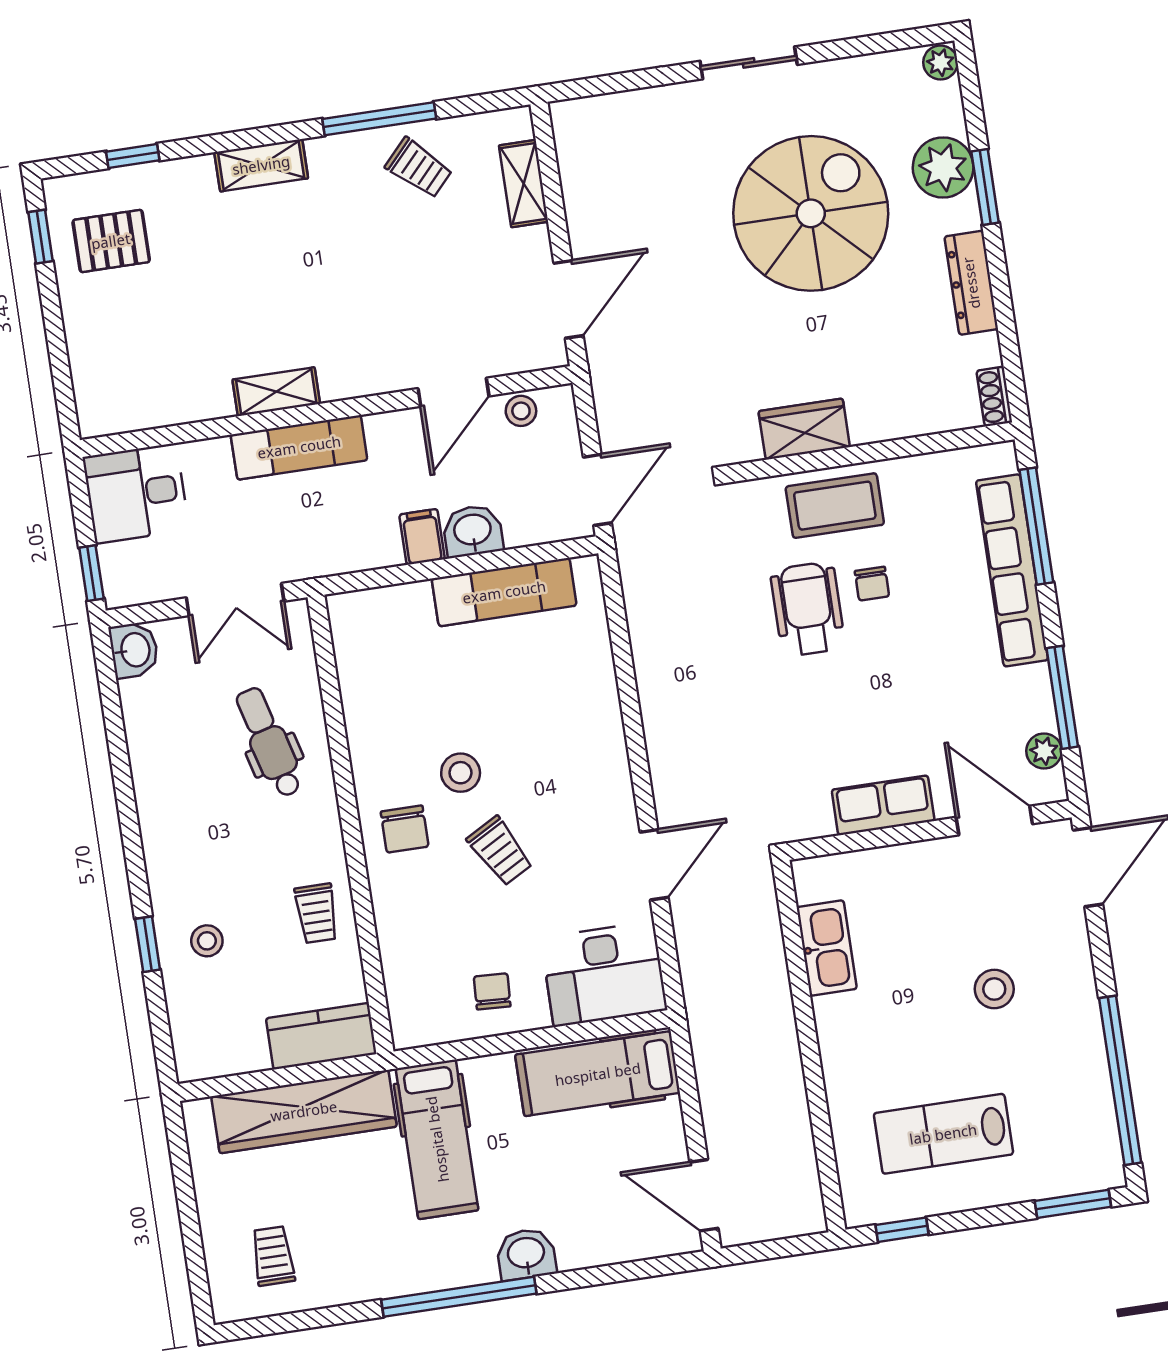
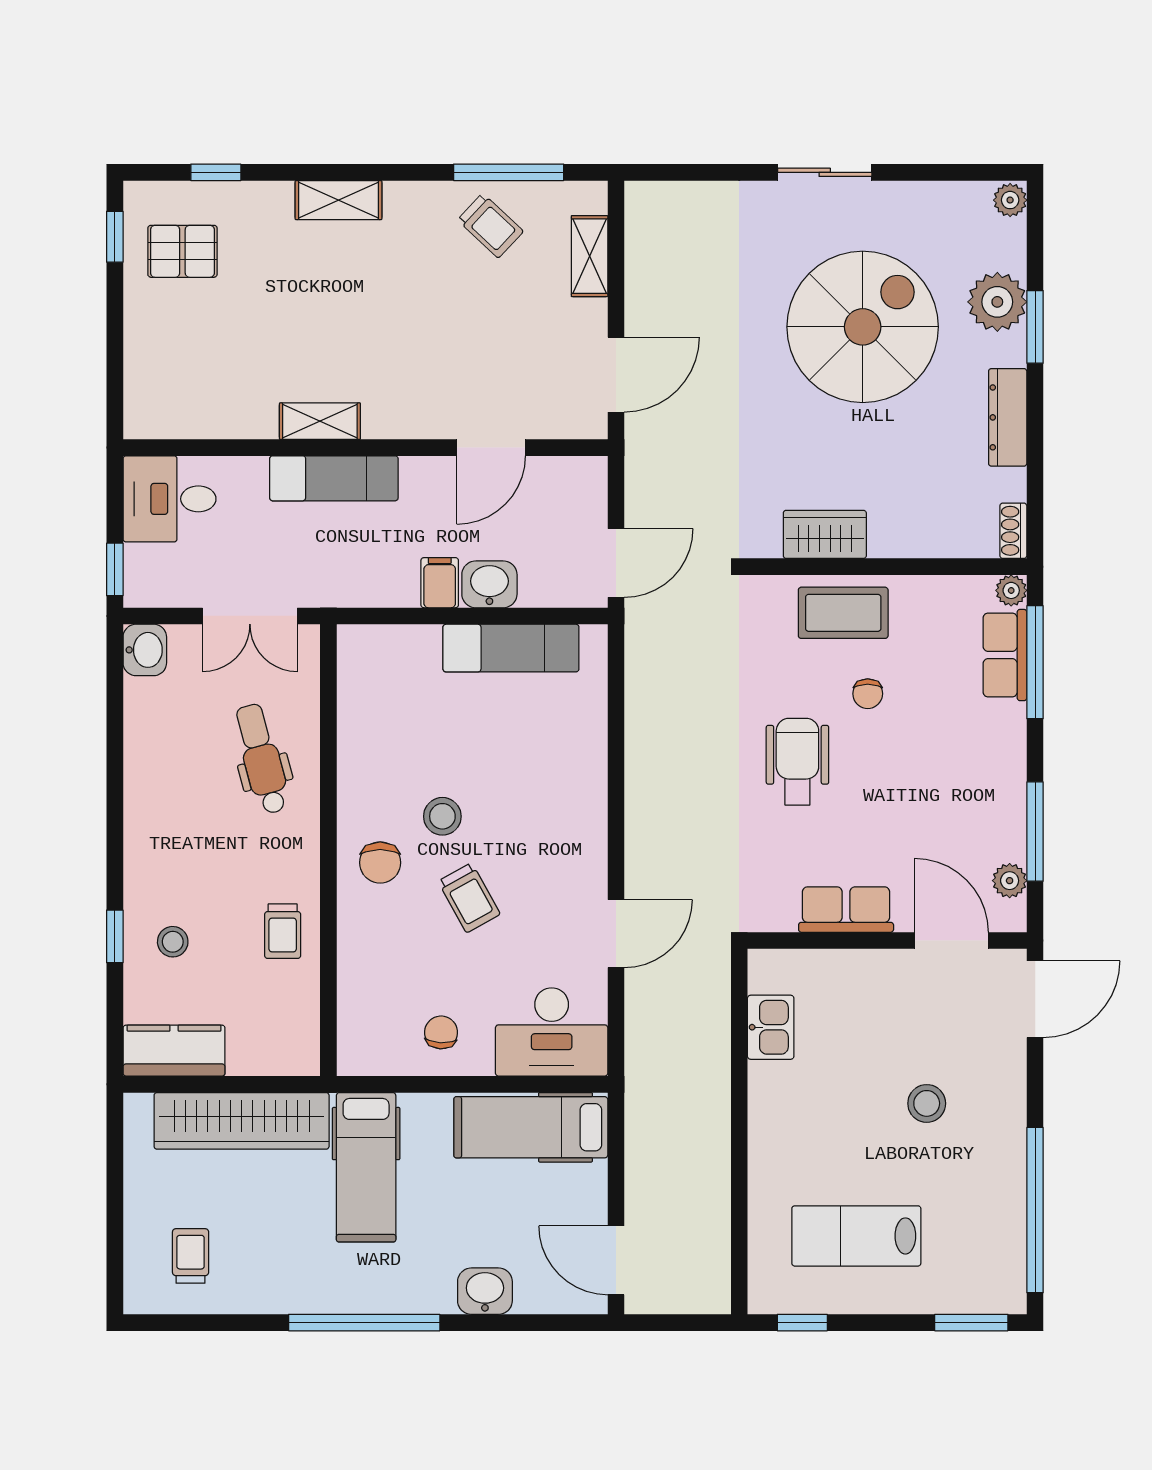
window: (379, 119) -> (509, 172), moved
stool: (521, 411) -> (554, 475), removed
plant: (1001, 457) -> (1011, 590), added
row of seats: (1012, 570) -> (1005, 655), width x0.50
wheelchair: (808, 609) -> (797, 762), moved
kitchen sink: (827, 948) -> (771, 1027), width x0.73
kitchen counter: (321, 1036) -> (174, 1051), moved
washbasin: (526, 1254) -> (485, 1291), moved

